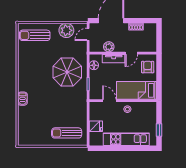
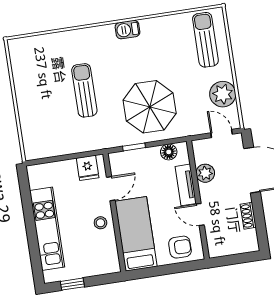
barbecue: (22, 99) -> (128, 30), moved
fridge: (96, 126) -> (88, 168), moved
sun lounger: (67, 133) -> (84, 90), moved

